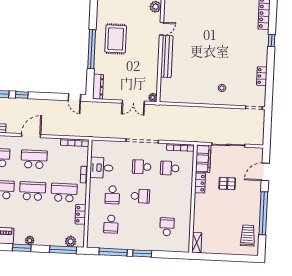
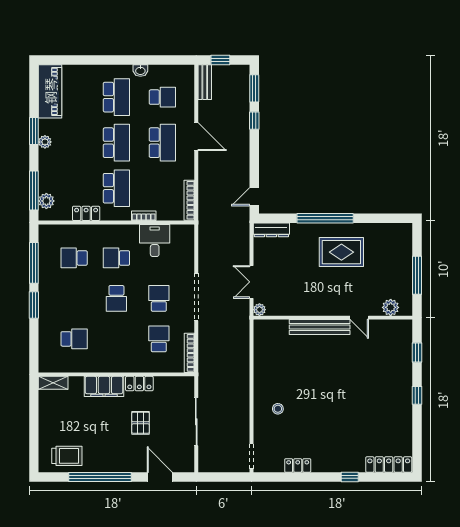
filing cabinet: (203, 159) -> (104, 386), moved

